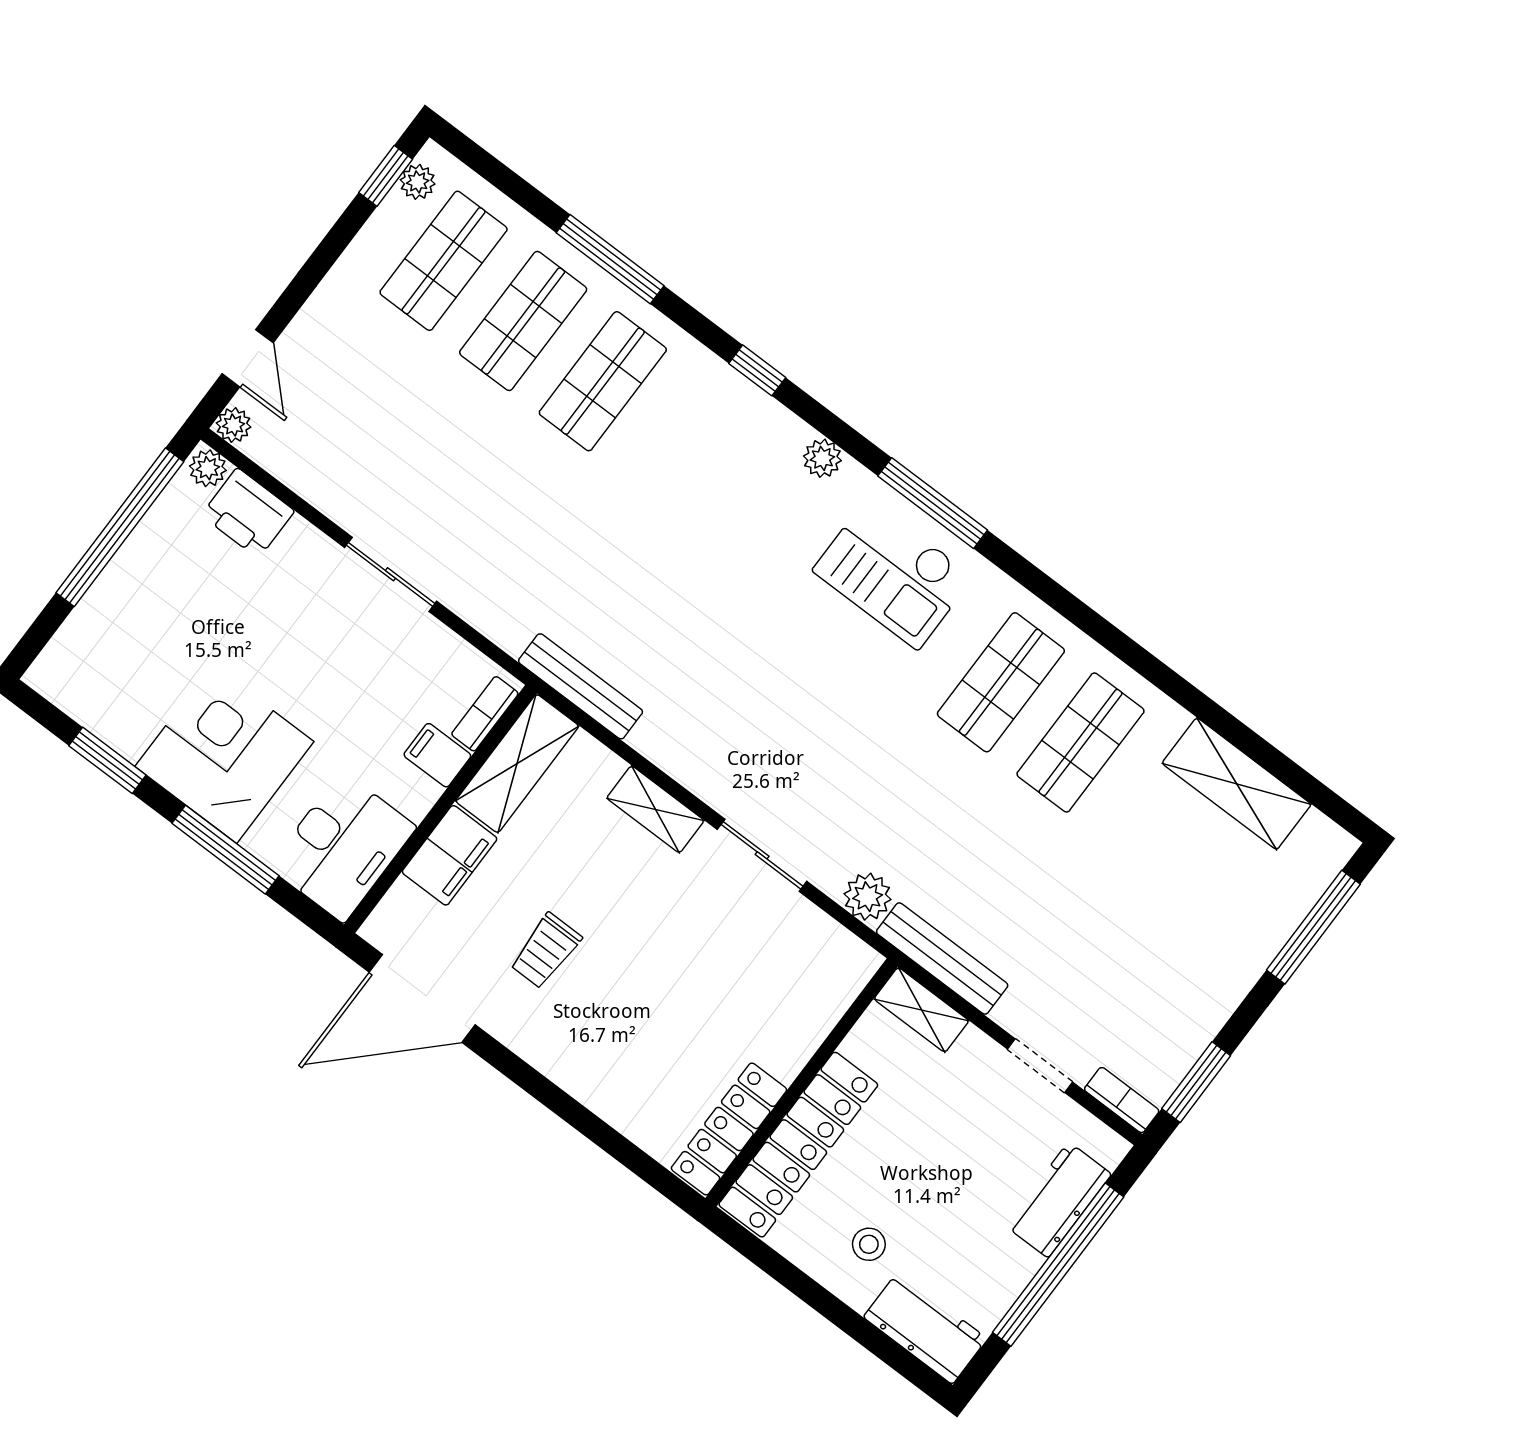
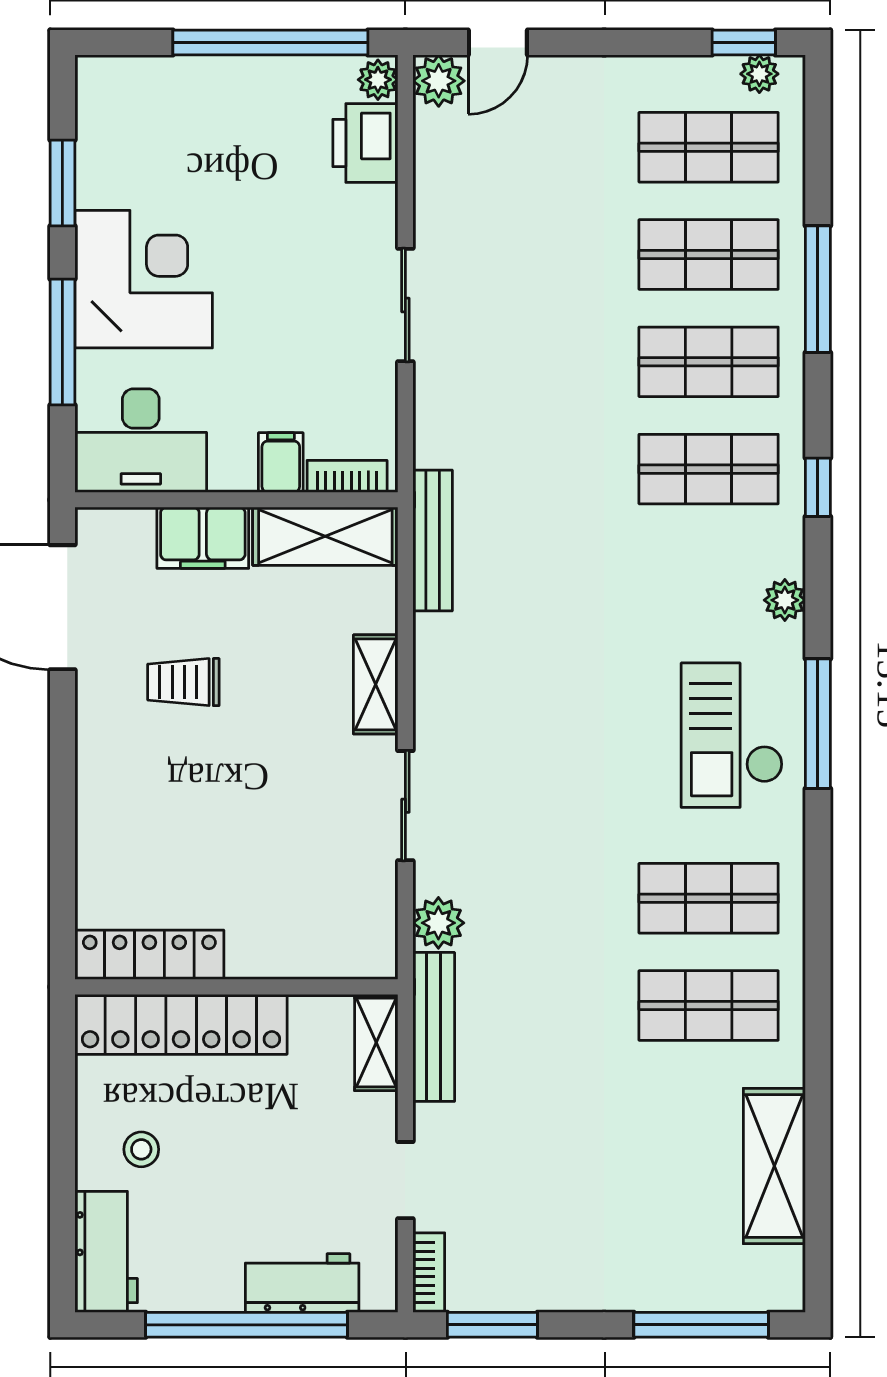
plant: (234, 425) -> (439, 81), width x1.38, depth x1.38
shop shelf: (682, 441) -> (709, 469), added

